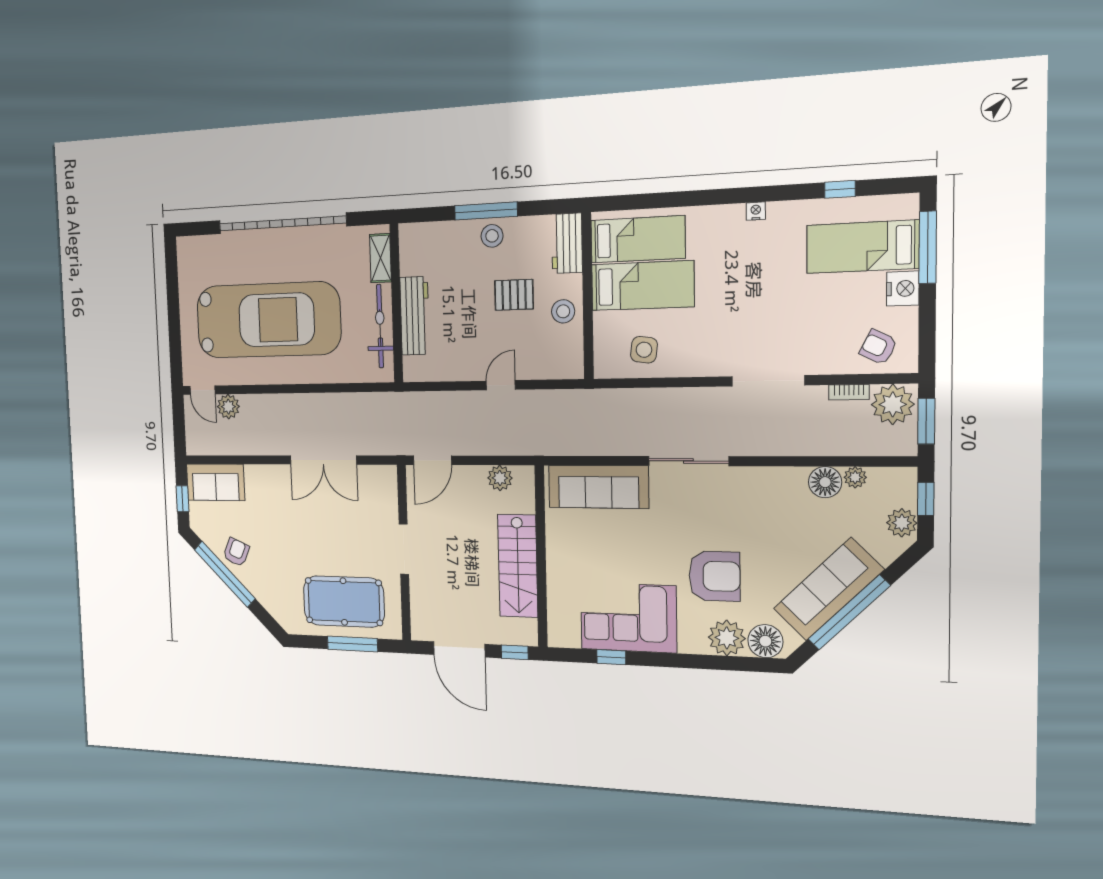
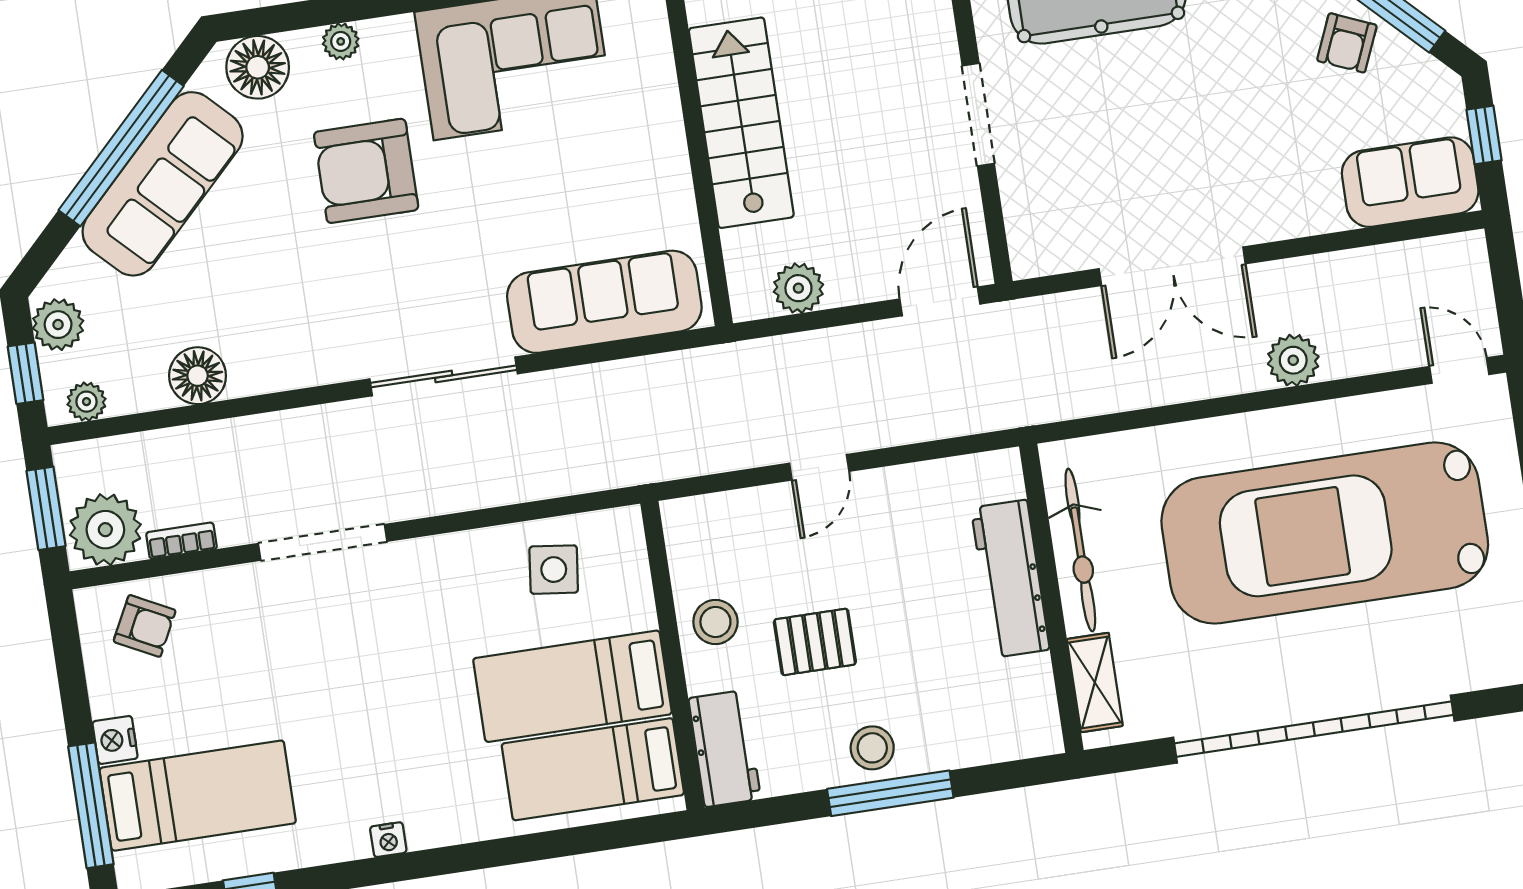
nightstand: (903, 289) -> (115, 740), width x0.74, depth x0.75
plant: (228, 407) -> (1293, 360), moved
double door: (323, 460) -> (1172, 266), swing flipped
plant: (855, 477) -> (86, 402), moved
plant: (727, 638) -> (341, 41), width x0.53, depth x0.53

